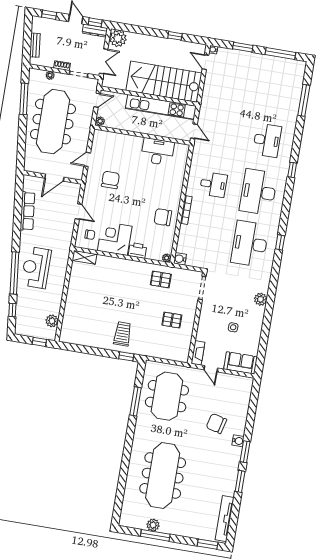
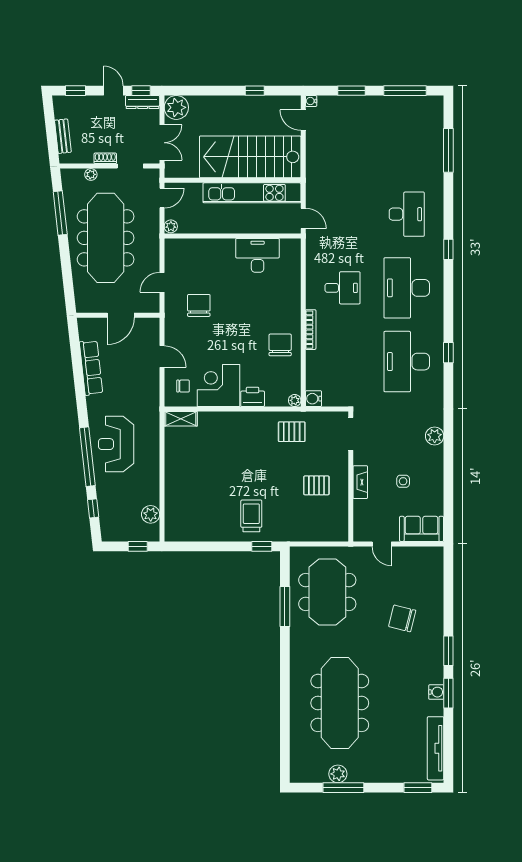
chair: (163, 217) -> (280, 345), turned 90
fireplace: (198, 353) -> (360, 482), moved
water cooler: (238, 441) -> (436, 692), moved

